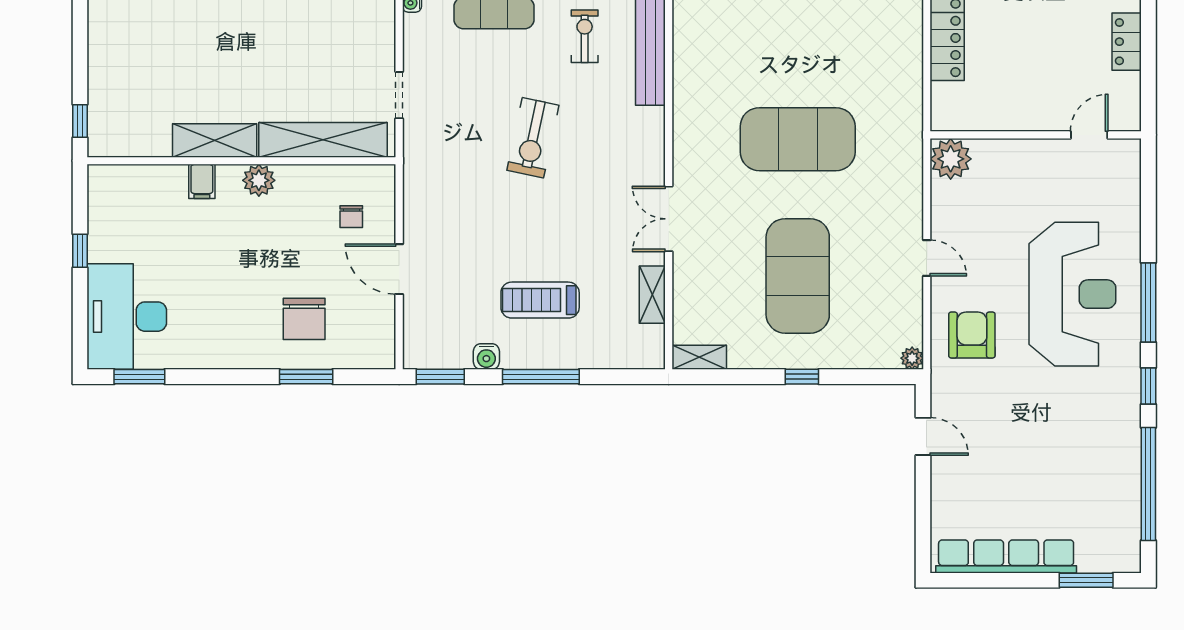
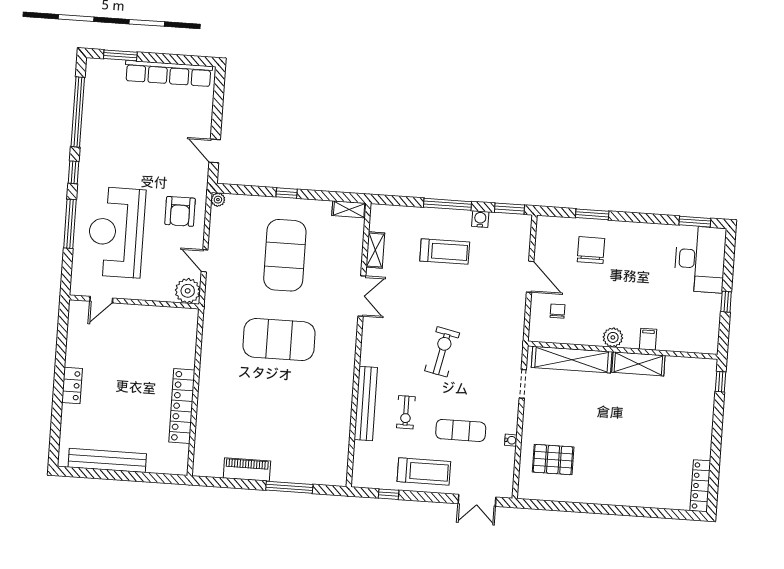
wall: (1036, 135) -> (134, 302), moved
door: (1089, 135) -> (101, 300), moved
plant: (951, 159) -> (188, 291), moved

